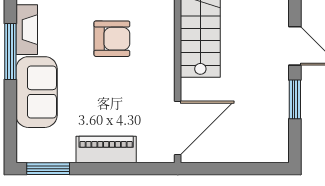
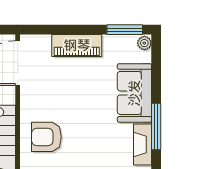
armchair: (112, 39) -> (46, 137), moved
plant: (25, 152) -> (144, 43), added

